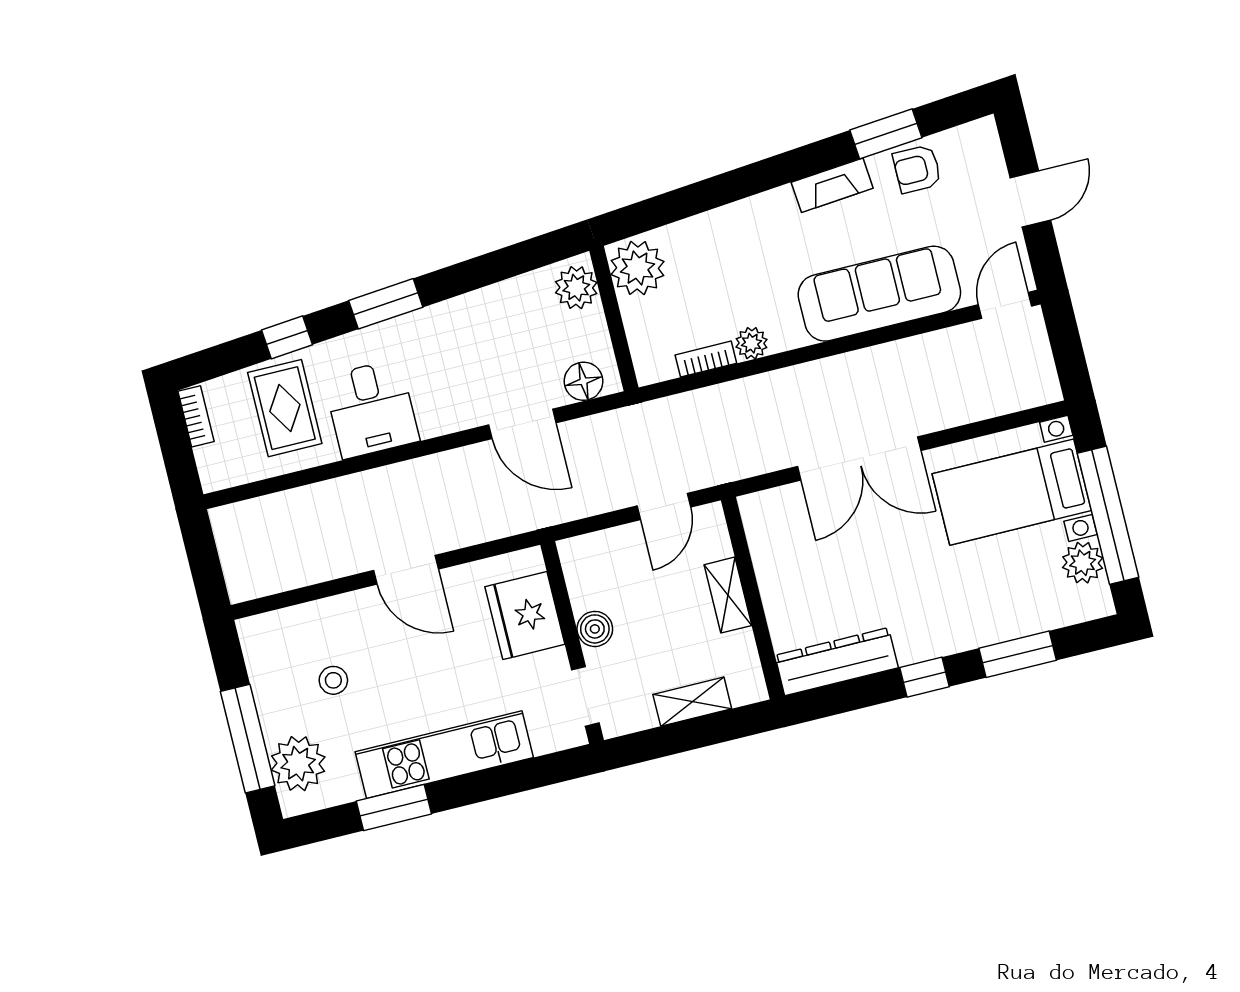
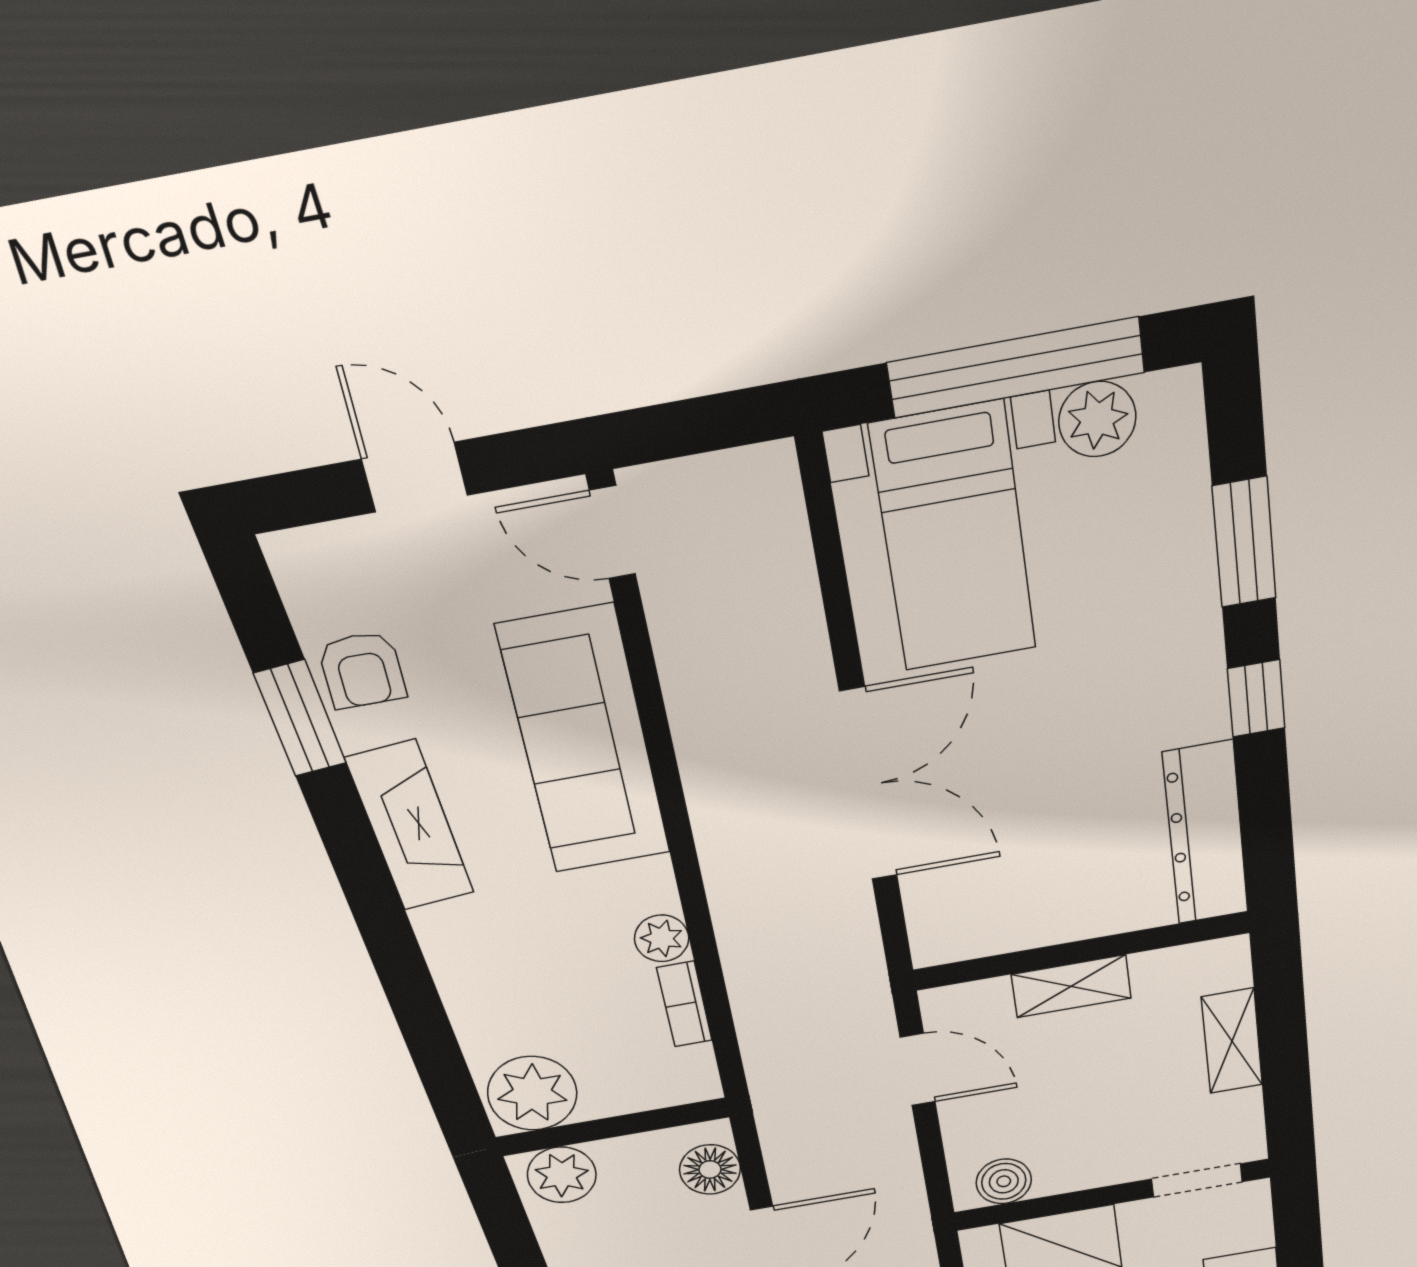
fireplace: (832, 185) -> (410, 826), width x1.37, depth x1.32
boiler: (595, 629) -> (1004, 1181), moved

